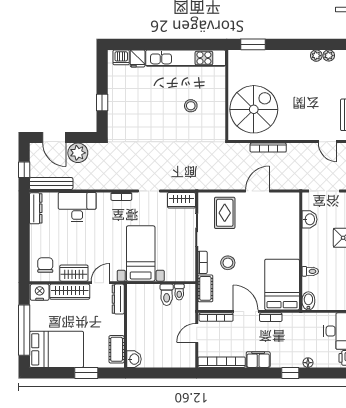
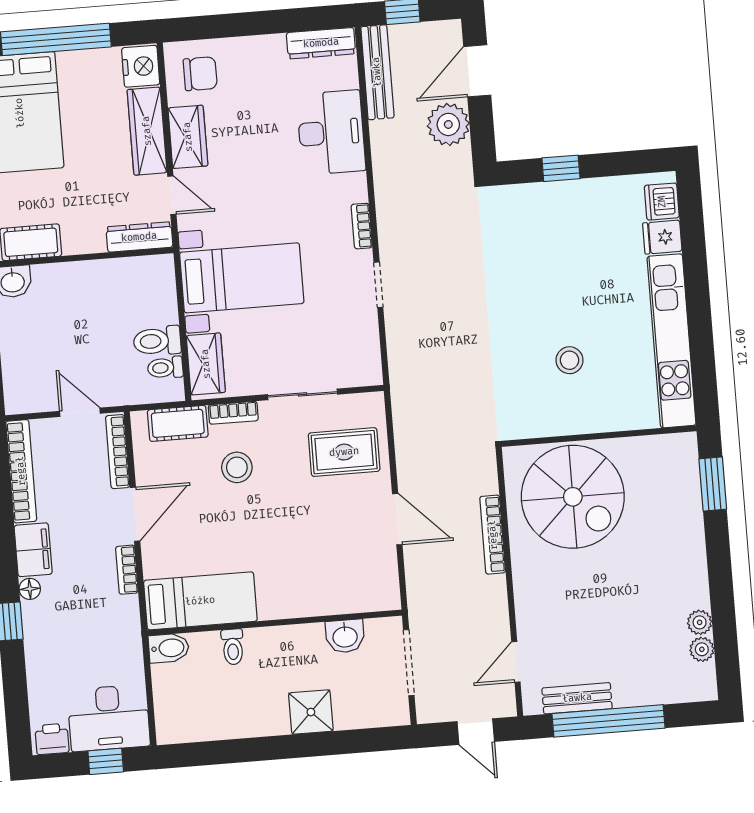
wardrobe: (181, 200) -> (206, 364), moved, turned 180
bed: (282, 285) -> (200, 601), width x0.67
floor lamp: (308, 363) -> (30, 589), moved

